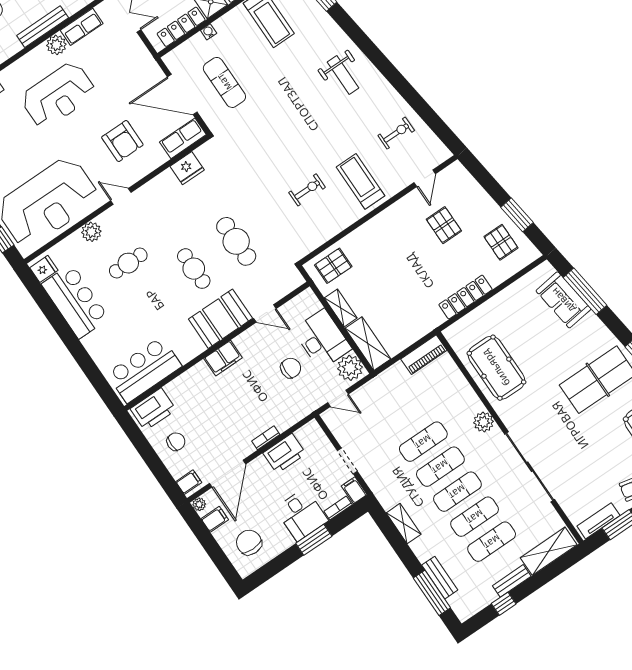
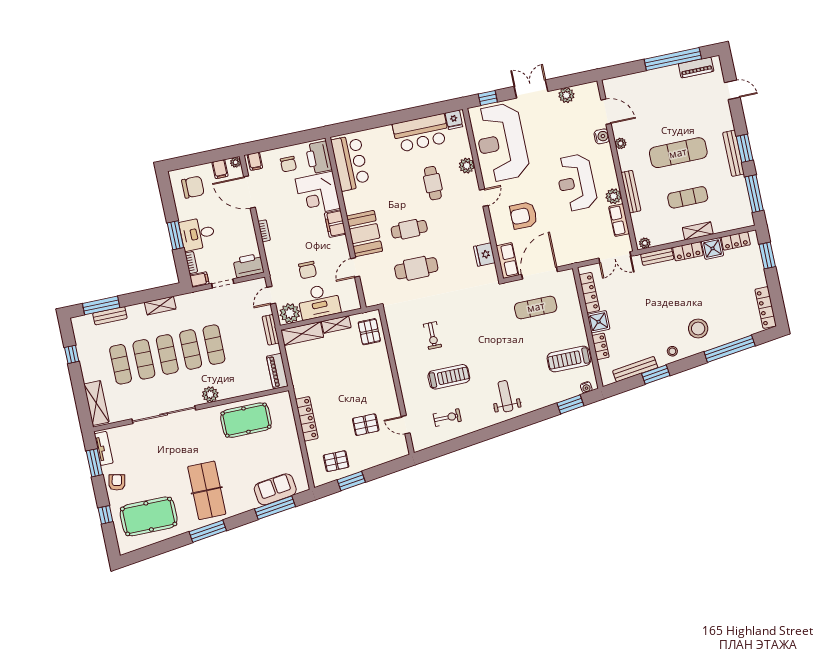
water cooler: (209, 32) -> (577, 311), removed
weight bench: (343, 75) -> (505, 396), turned 90
exercise bike: (396, 133) -> (447, 418), turned -90
treadmill: (360, 181) -> (449, 377), moved
corner desk: (196, 393) -> (318, 194), added
printer: (285, 453) -> (249, 266), moved, turned 90
bench: (512, 581) -> (271, 330), moved

